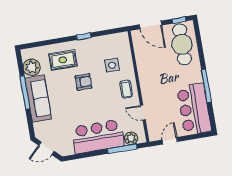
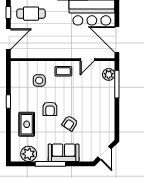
cafe table: (182, 44) -> (31, 14), width x0.73, depth x0.74
armchair: (84, 82) -> (50, 109), turned 180
sofa: (38, 99) -> (64, 153), width x0.73
armchair: (72, 106) -> (70, 123), added
bar counter: (98, 137) -> (102, 104), removed
door: (170, 141) -> (117, 40), width x1.87

